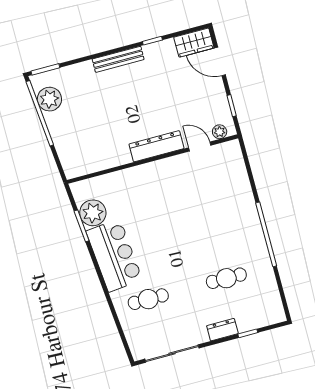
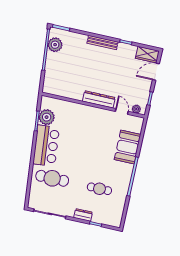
door: (220, 61) -> (156, 72), hinge flipped
booth: (236, 195) -> (127, 147), added
cafe table: (148, 299) -> (52, 178), width x1.37, depth x1.35

